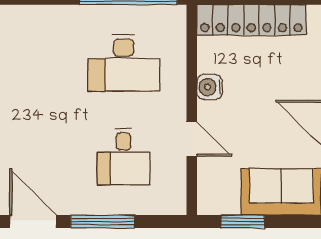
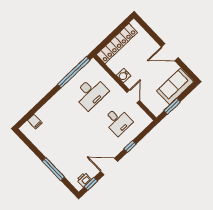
door: (192, 139) -> (133, 96), hinge flipped
window: (103, 222) -> (130, 146), width x0.46

